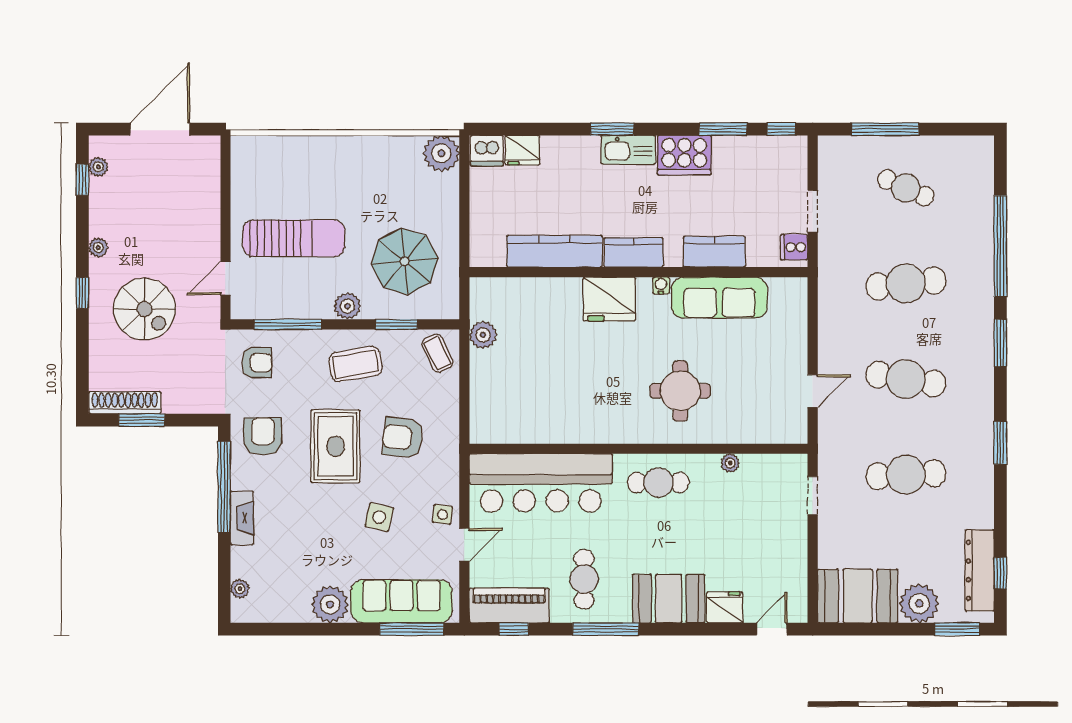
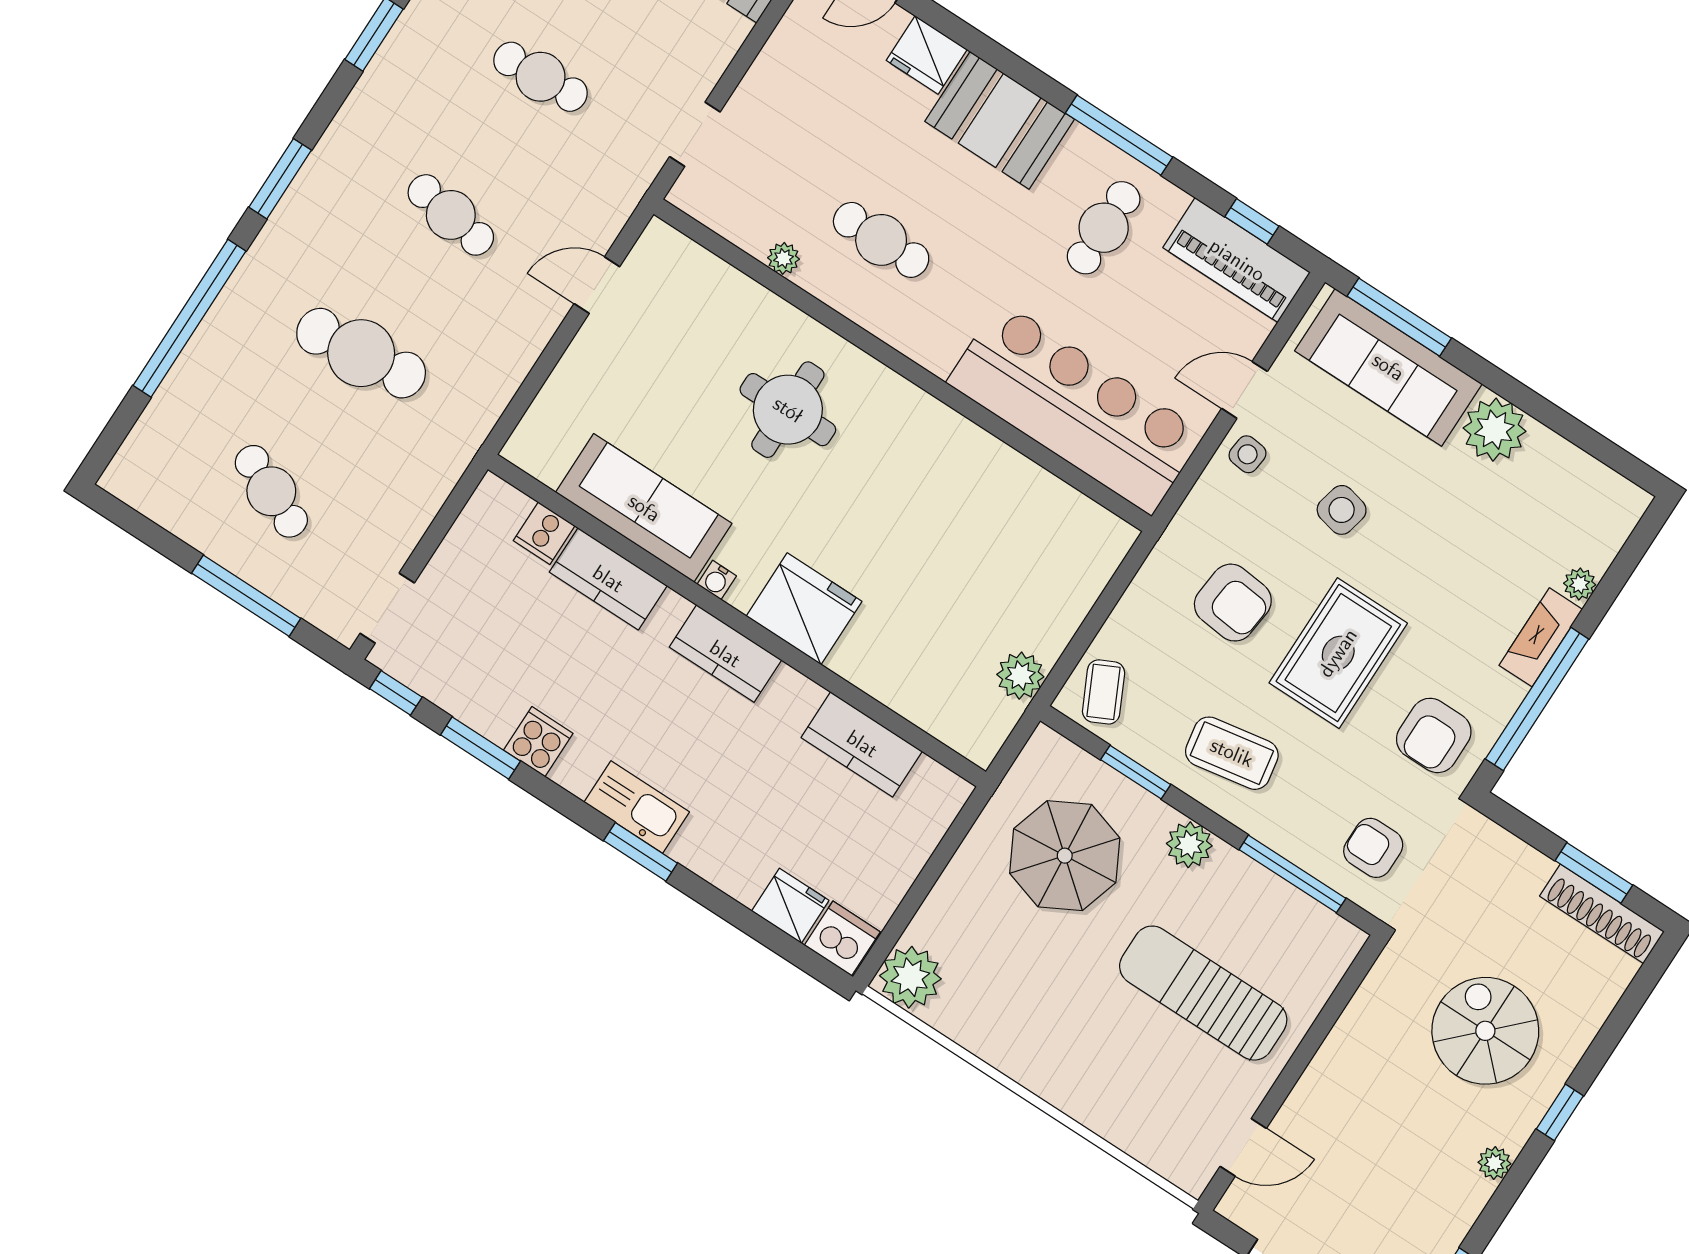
cooker: (684, 155) -> (538, 742), width x0.53, depth x0.76
doorway: (813, 211) -> (387, 608), moved
cooker: (794, 247) -> (544, 533), moved, turned 90
kitchen counter: (554, 251) -> (862, 744), width x0.67
door: (225, 278) -> (1243, 1147), moved
cafe table: (906, 379) -> (451, 215), width x0.73, depth x0.74
cafe table: (906, 475) -> (541, 77), width x0.73, depth x0.74
cafe table: (658, 483) -> (881, 240), moved
plant: (240, 589) -> (1580, 584), moved

